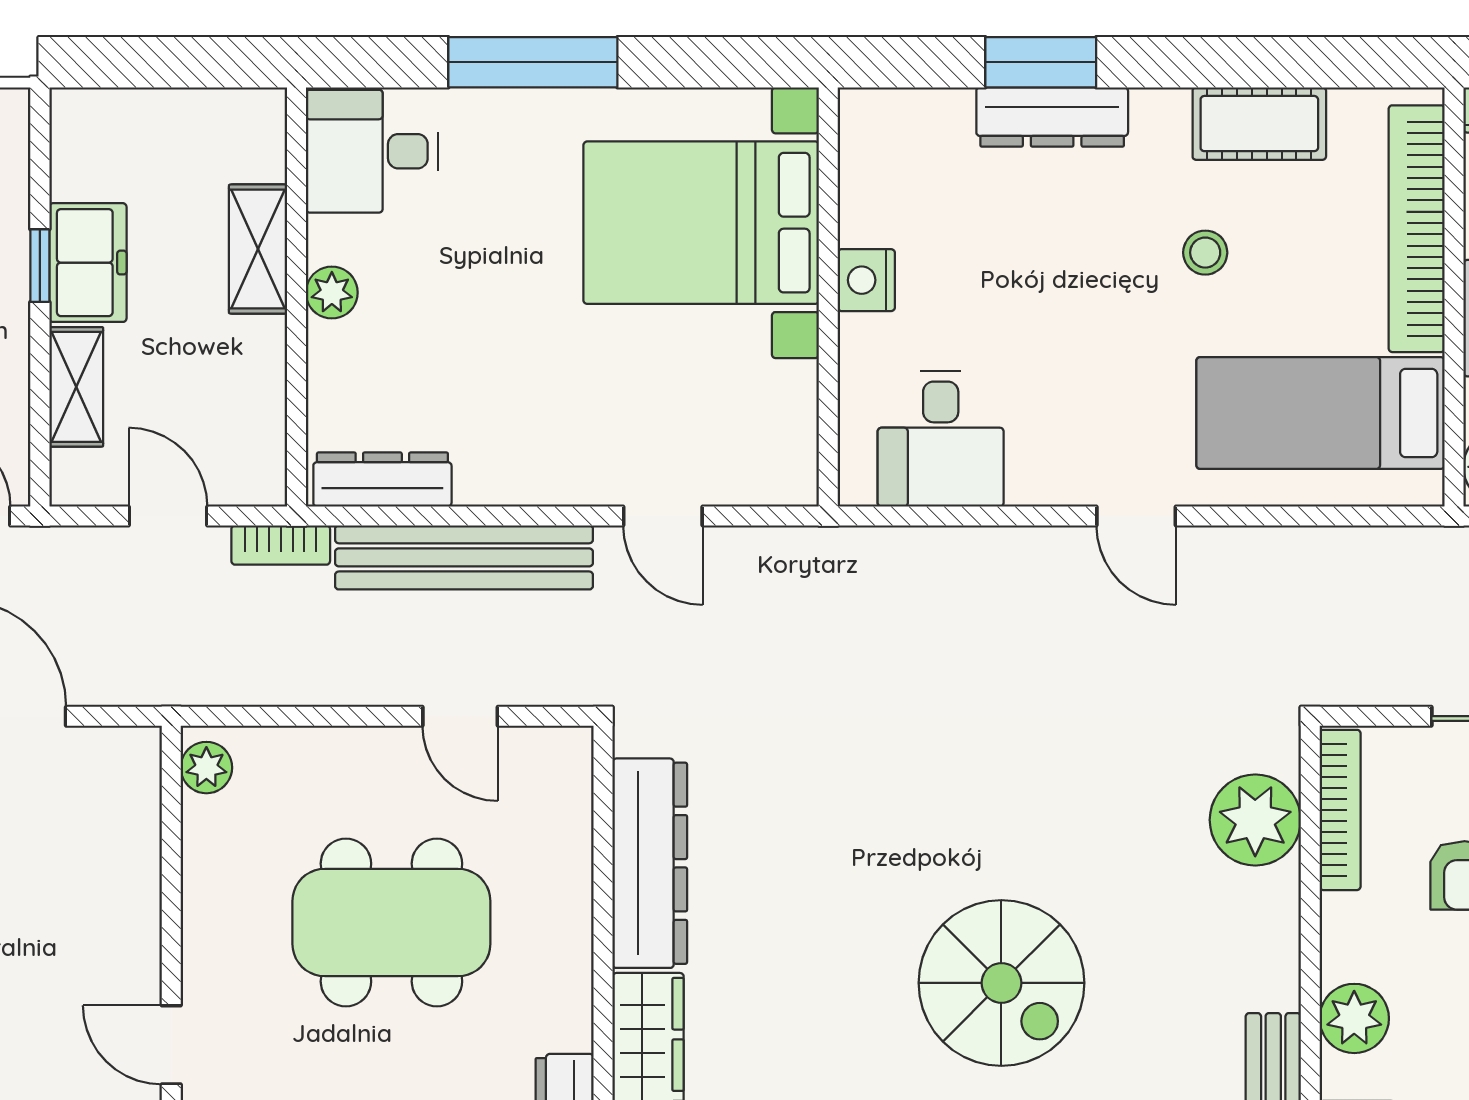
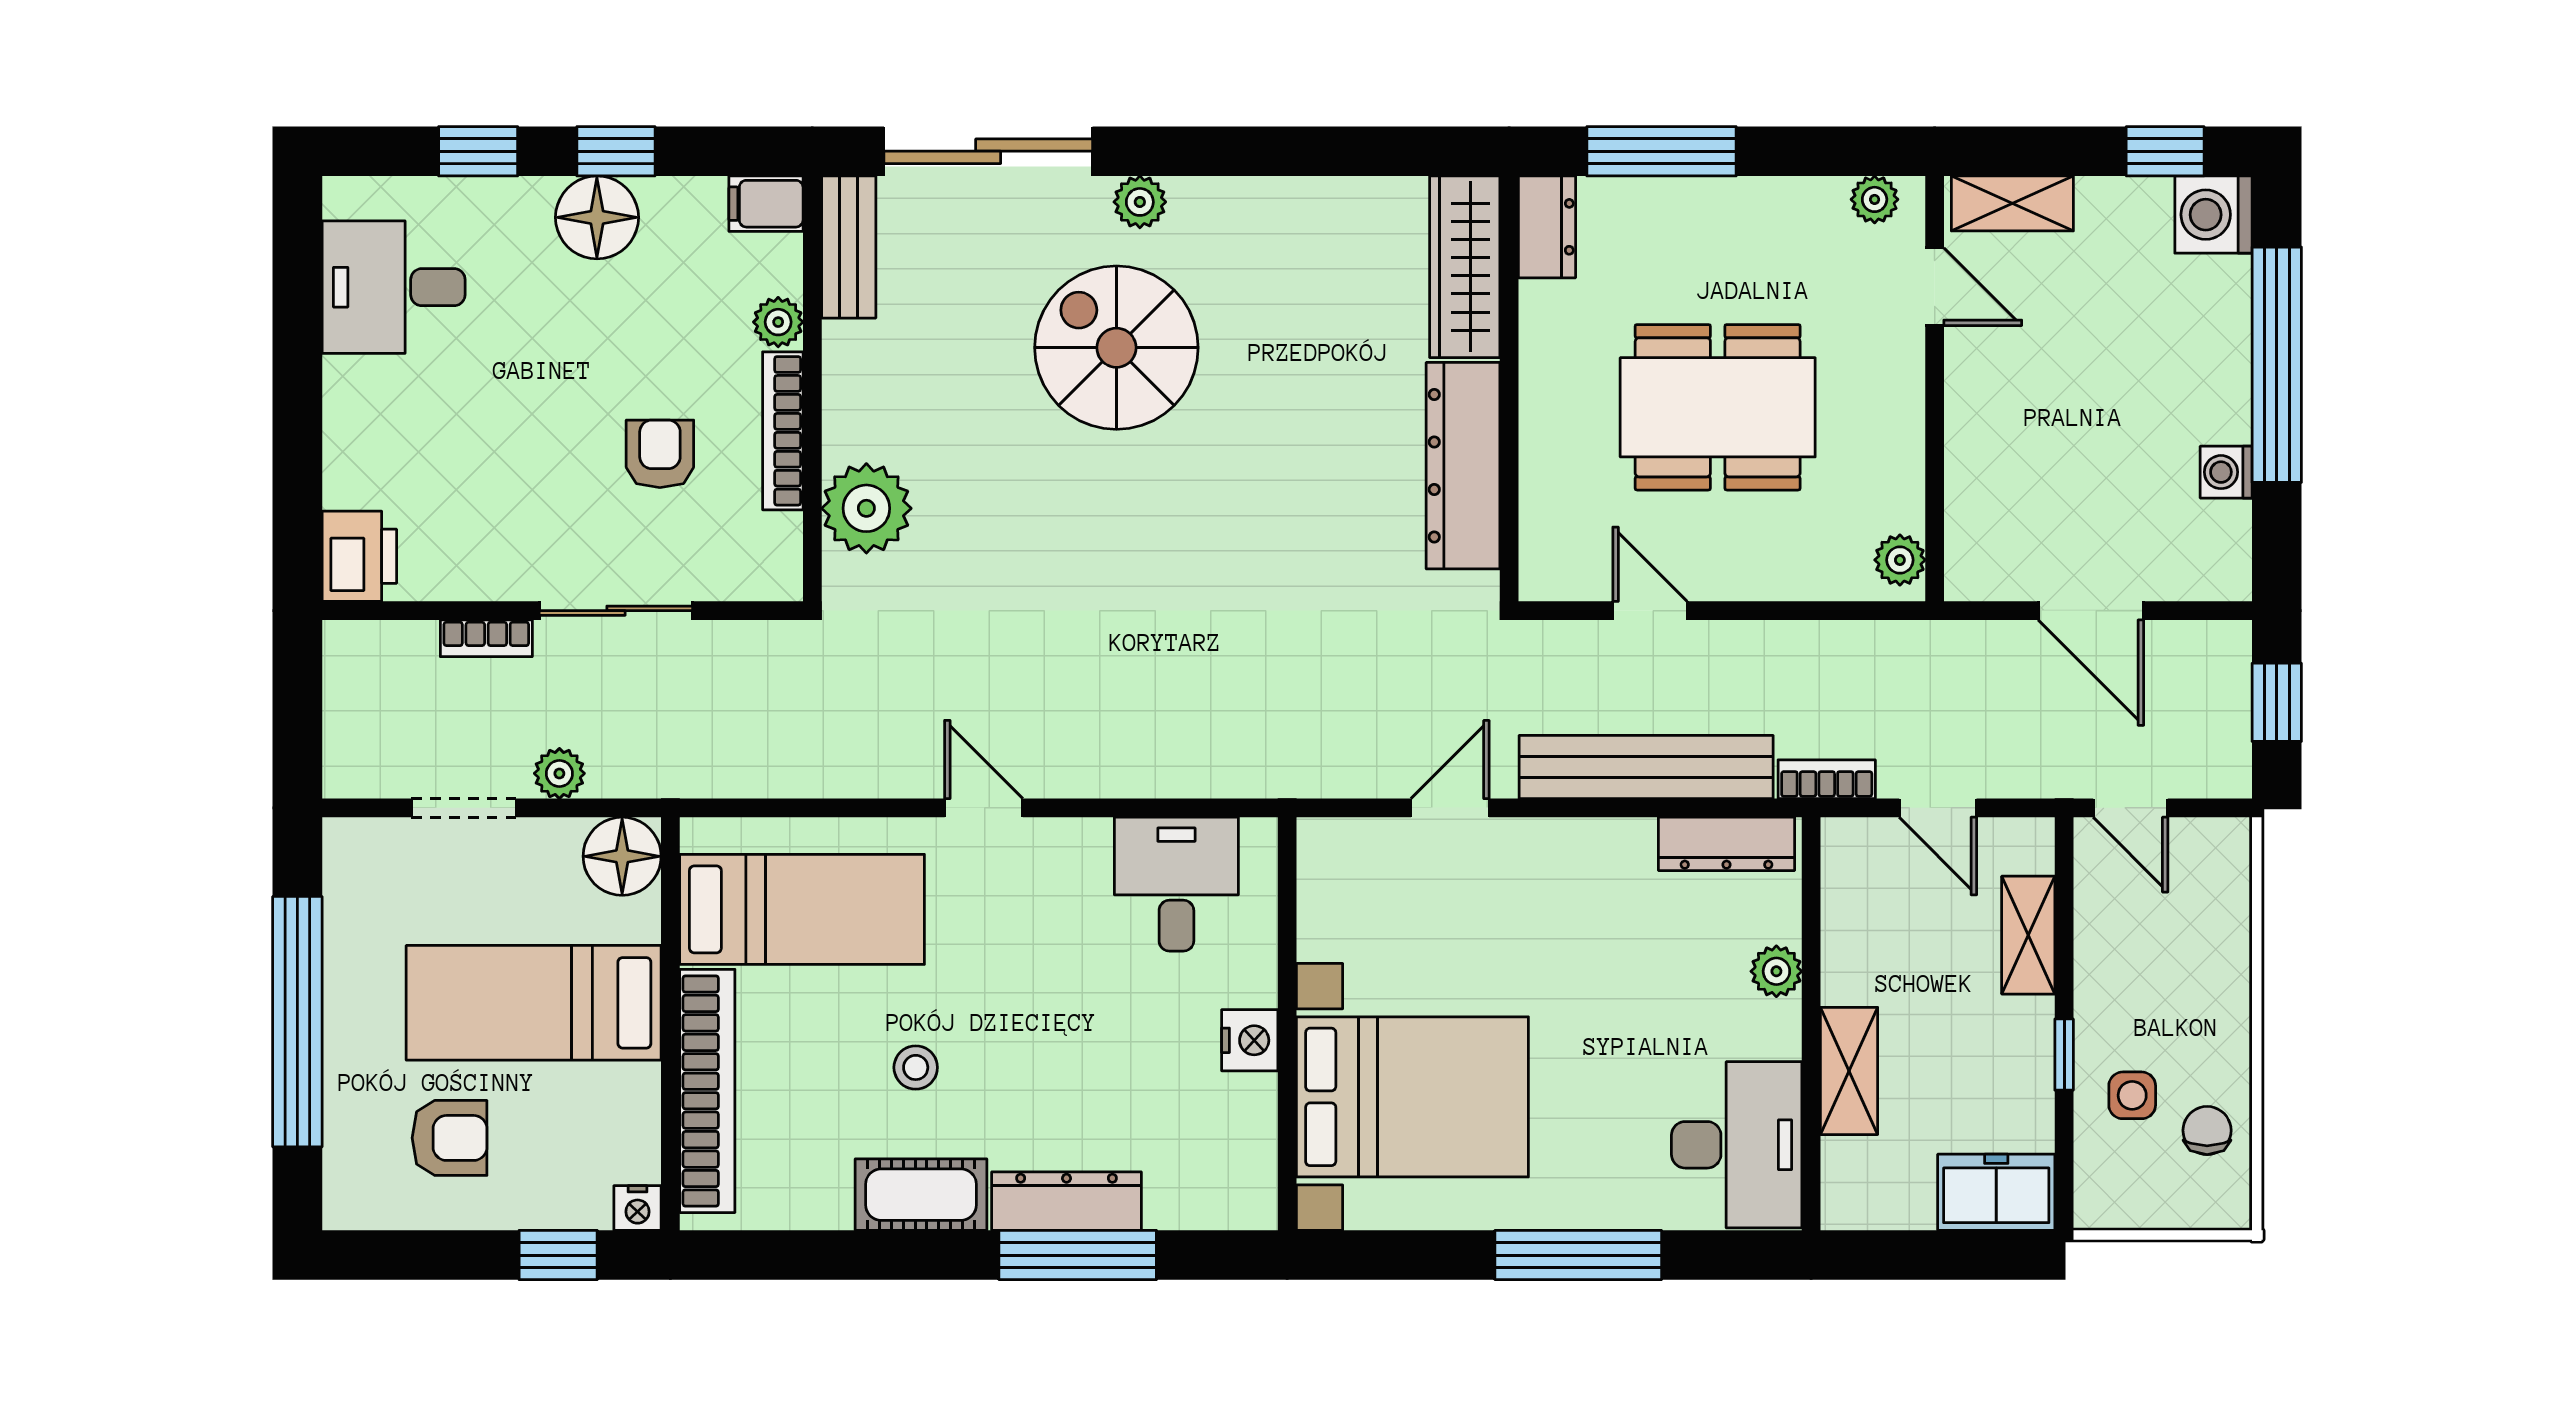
window: (1041, 62) -> (1078, 1255), width x1.44
cot: (1259, 124) -> (921, 1195), moved
desk: (372, 151) -> (1737, 1145), width x1.37
freezer: (88, 263) -> (1996, 1192), moved, turned 90
plant: (332, 293) -> (1776, 971), moved
door: (663, 516) -> (1450, 808), hinge flipped
bookcase: (1340, 810) -> (783, 431), moved
plant: (1354, 1018) -> (778, 322), width x0.73, depth x0.73

